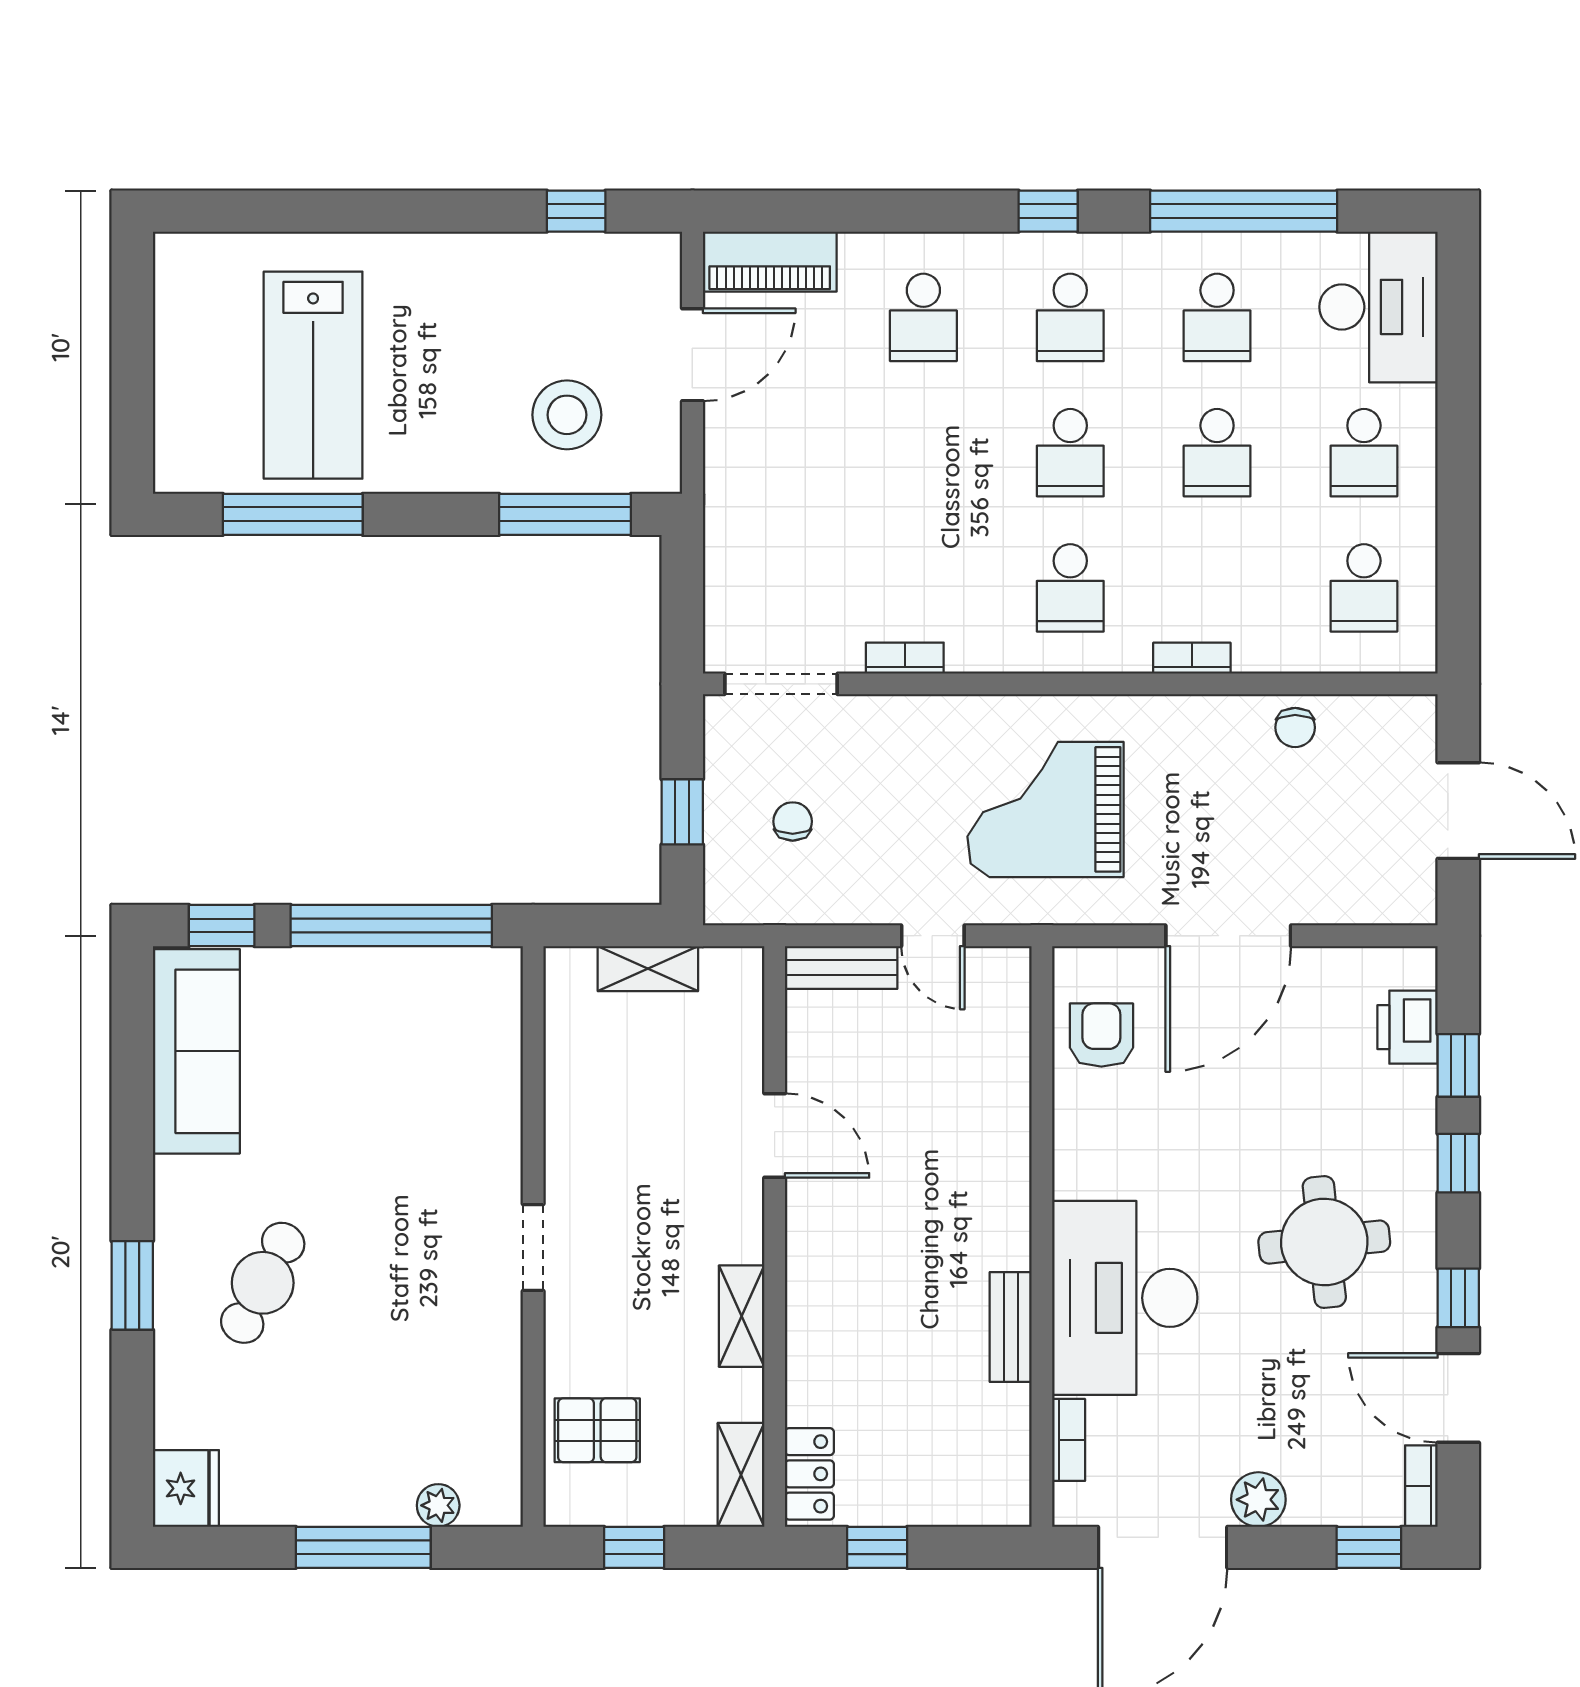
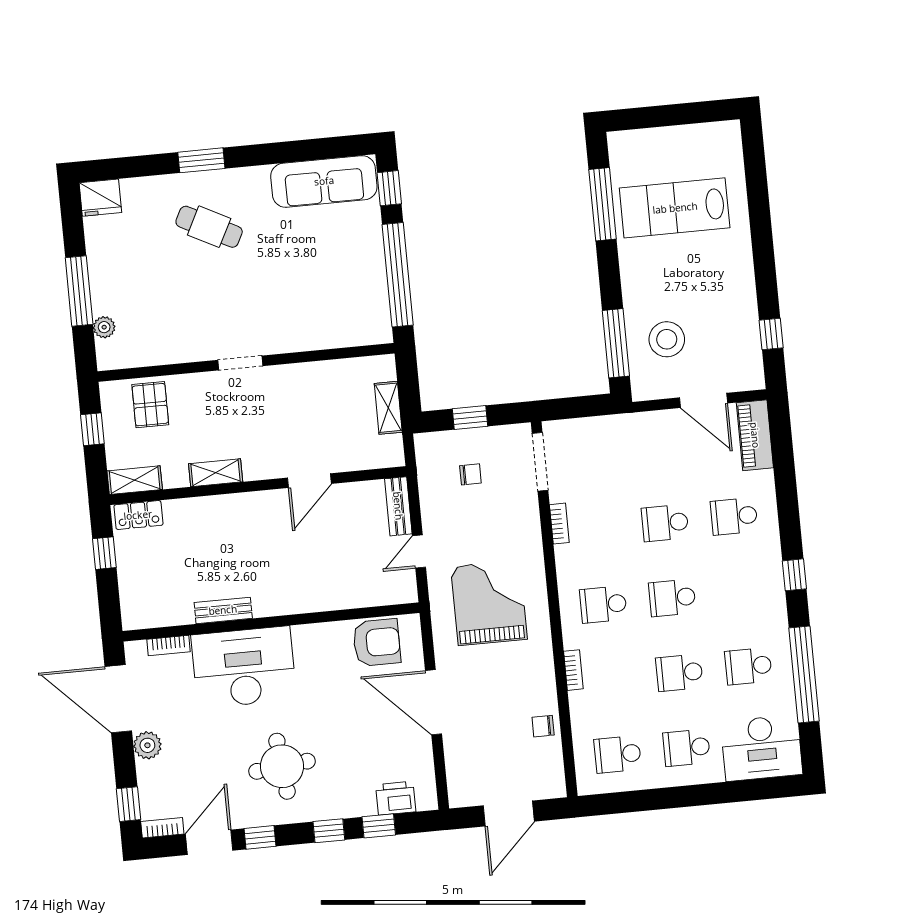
school desk: (1070, 317) -> (665, 523), moved
armchair: (1101, 1035) -> (377, 642), width x1.38, depth x1.38

